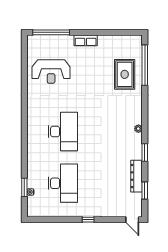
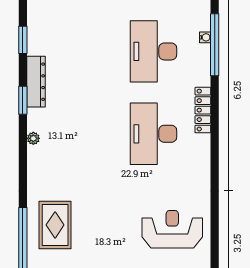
locker: (32, 146) -> (203, 110), added
dresser: (137, 176) -> (36, 82), moved
window: (24, 187) -> (215, 45), width x2.11

